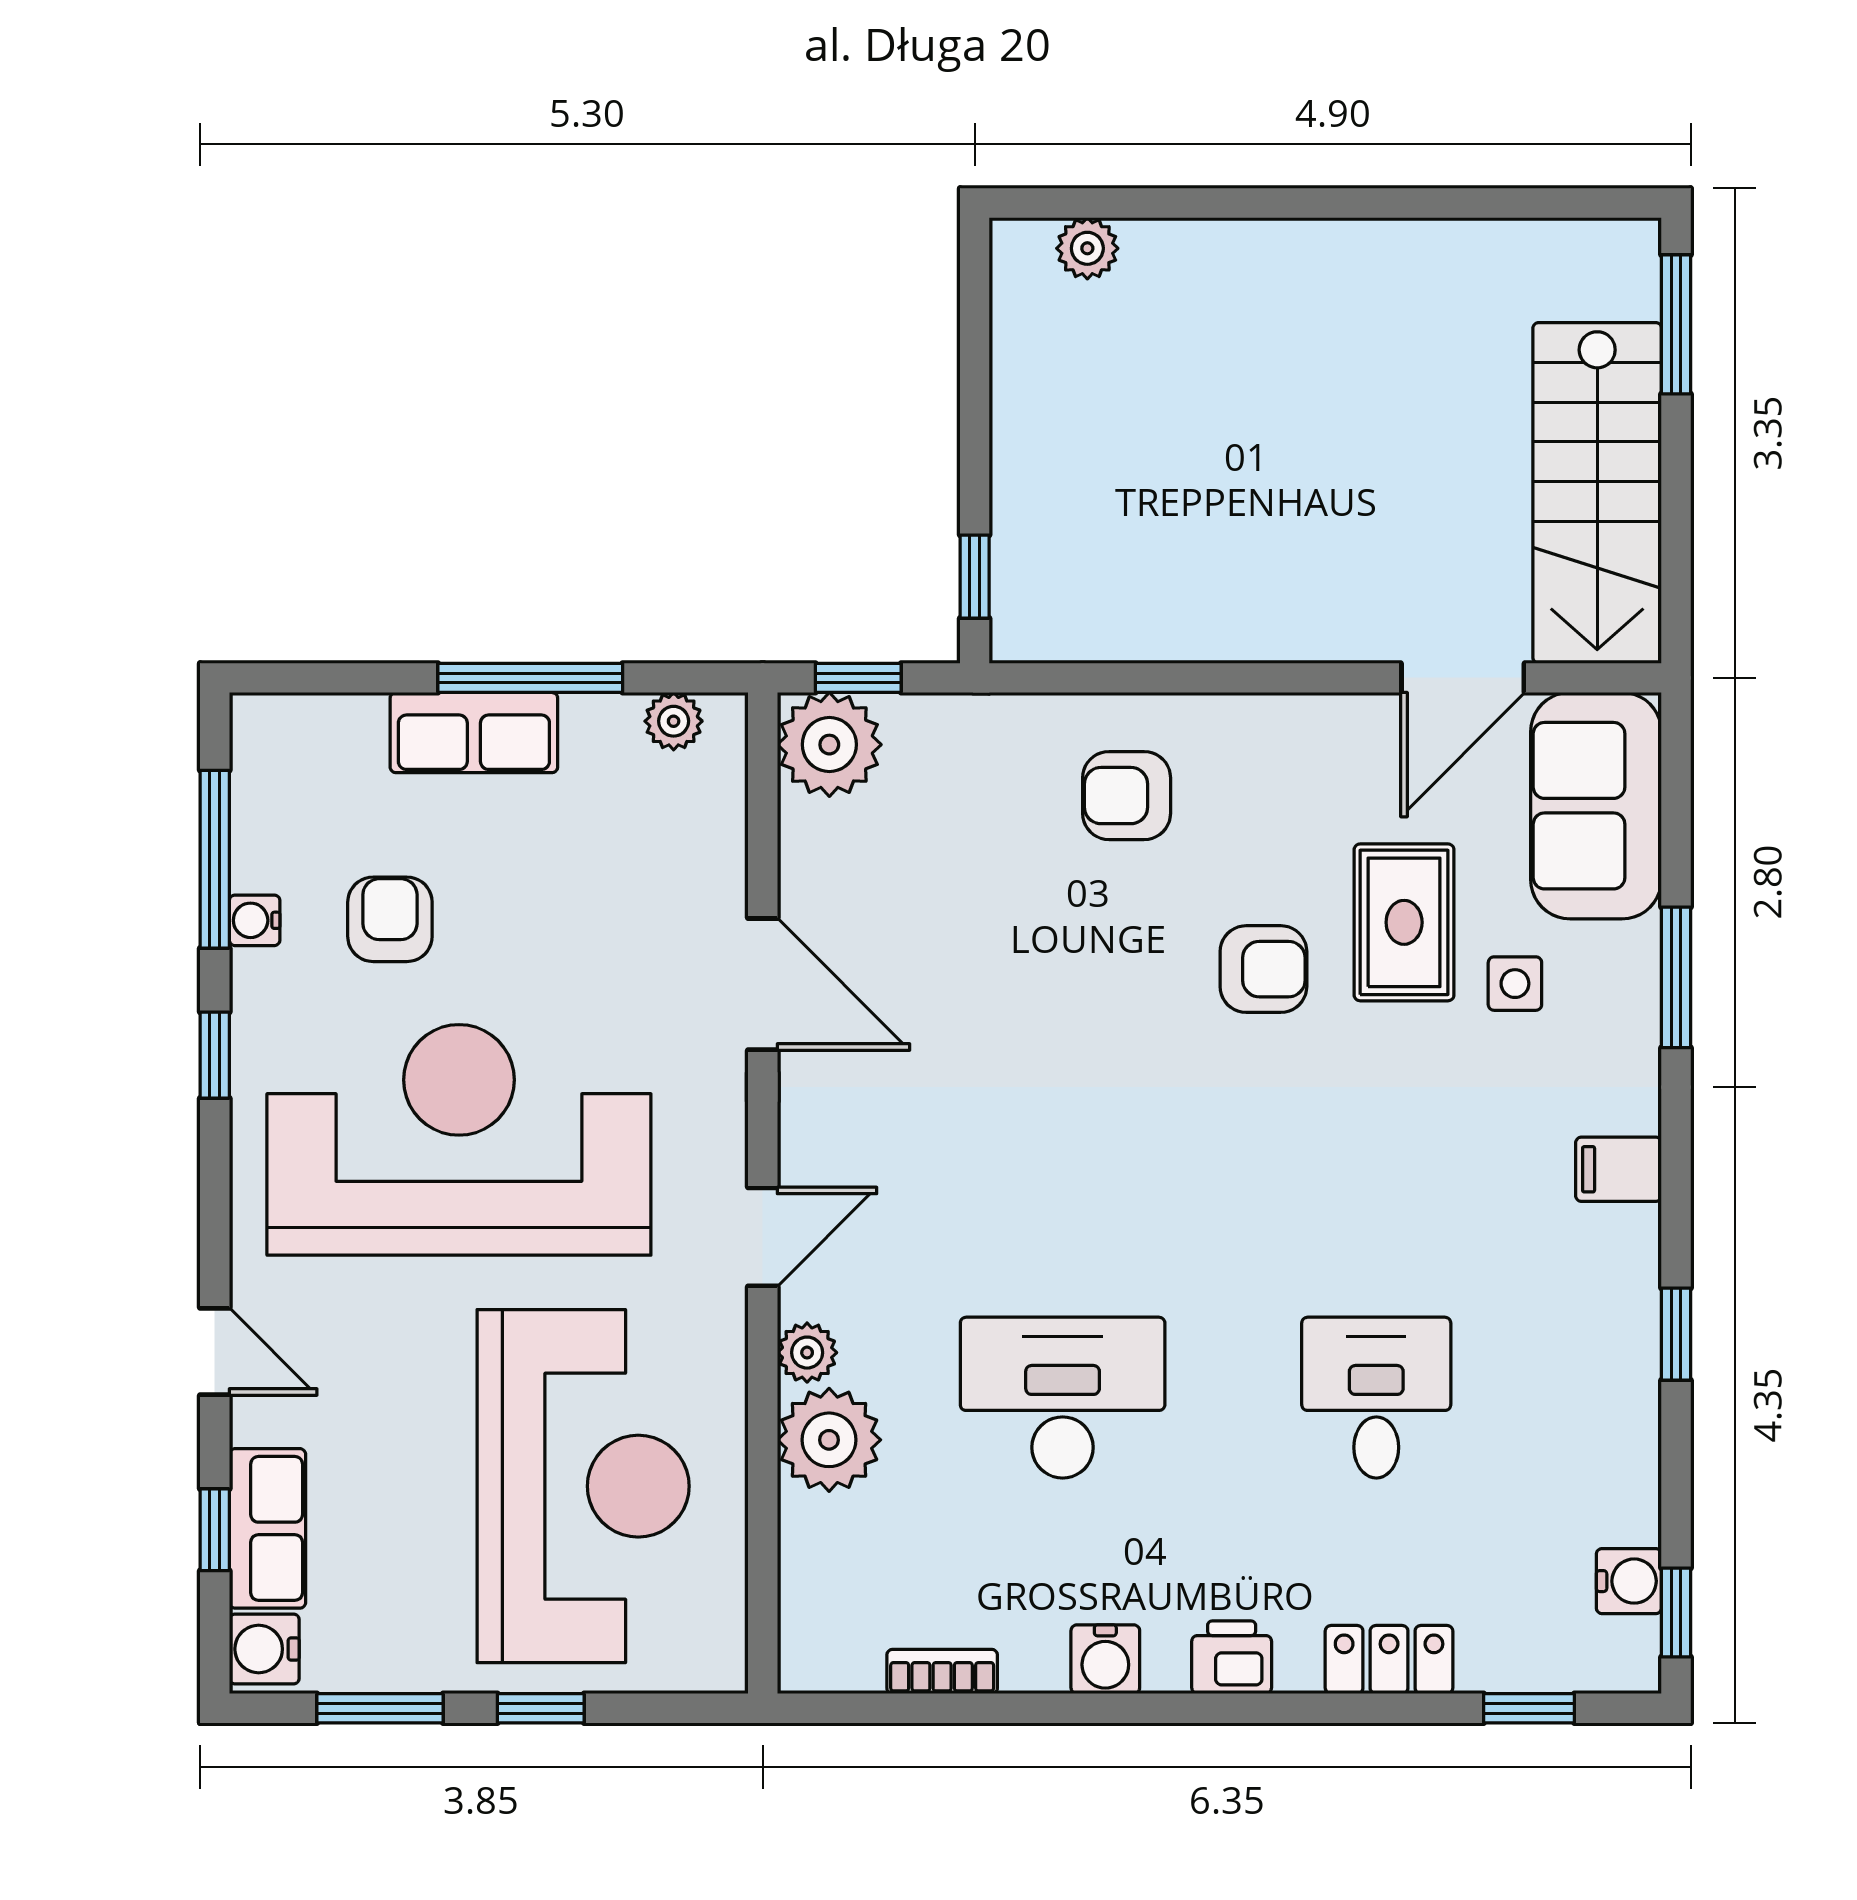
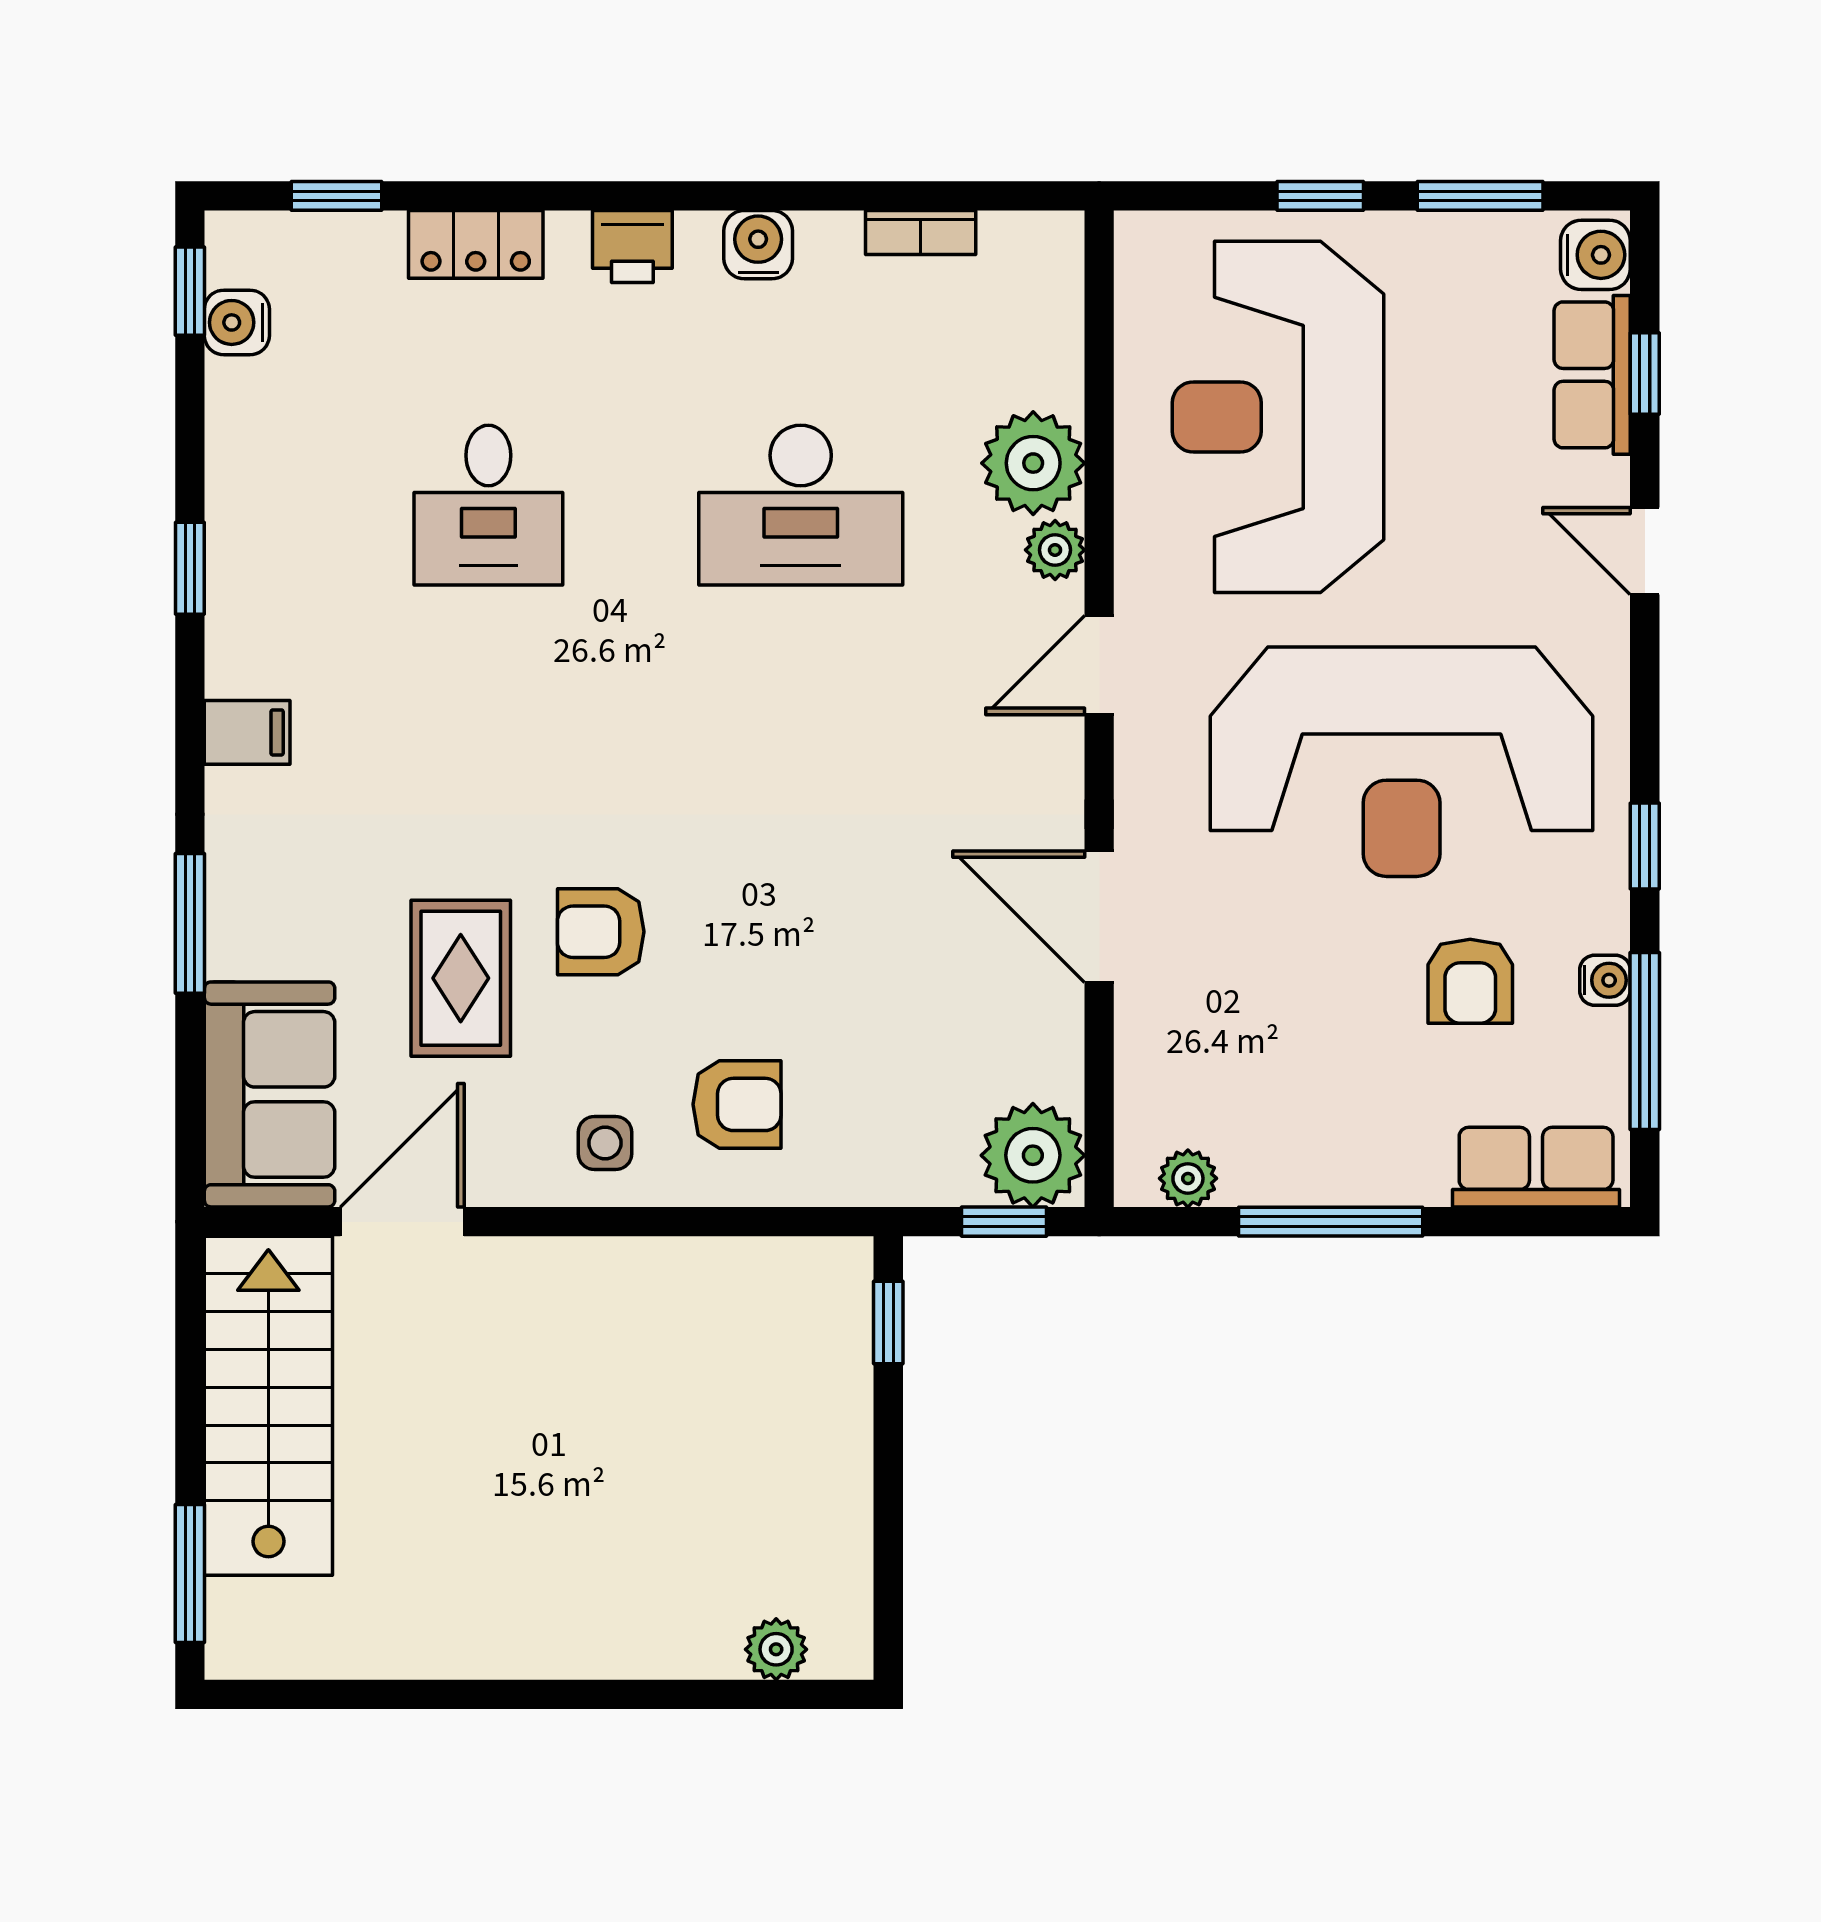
row of seats: (474, 733) -> (1536, 1167), moved
side table: (1515, 984) -> (605, 1143), moved

